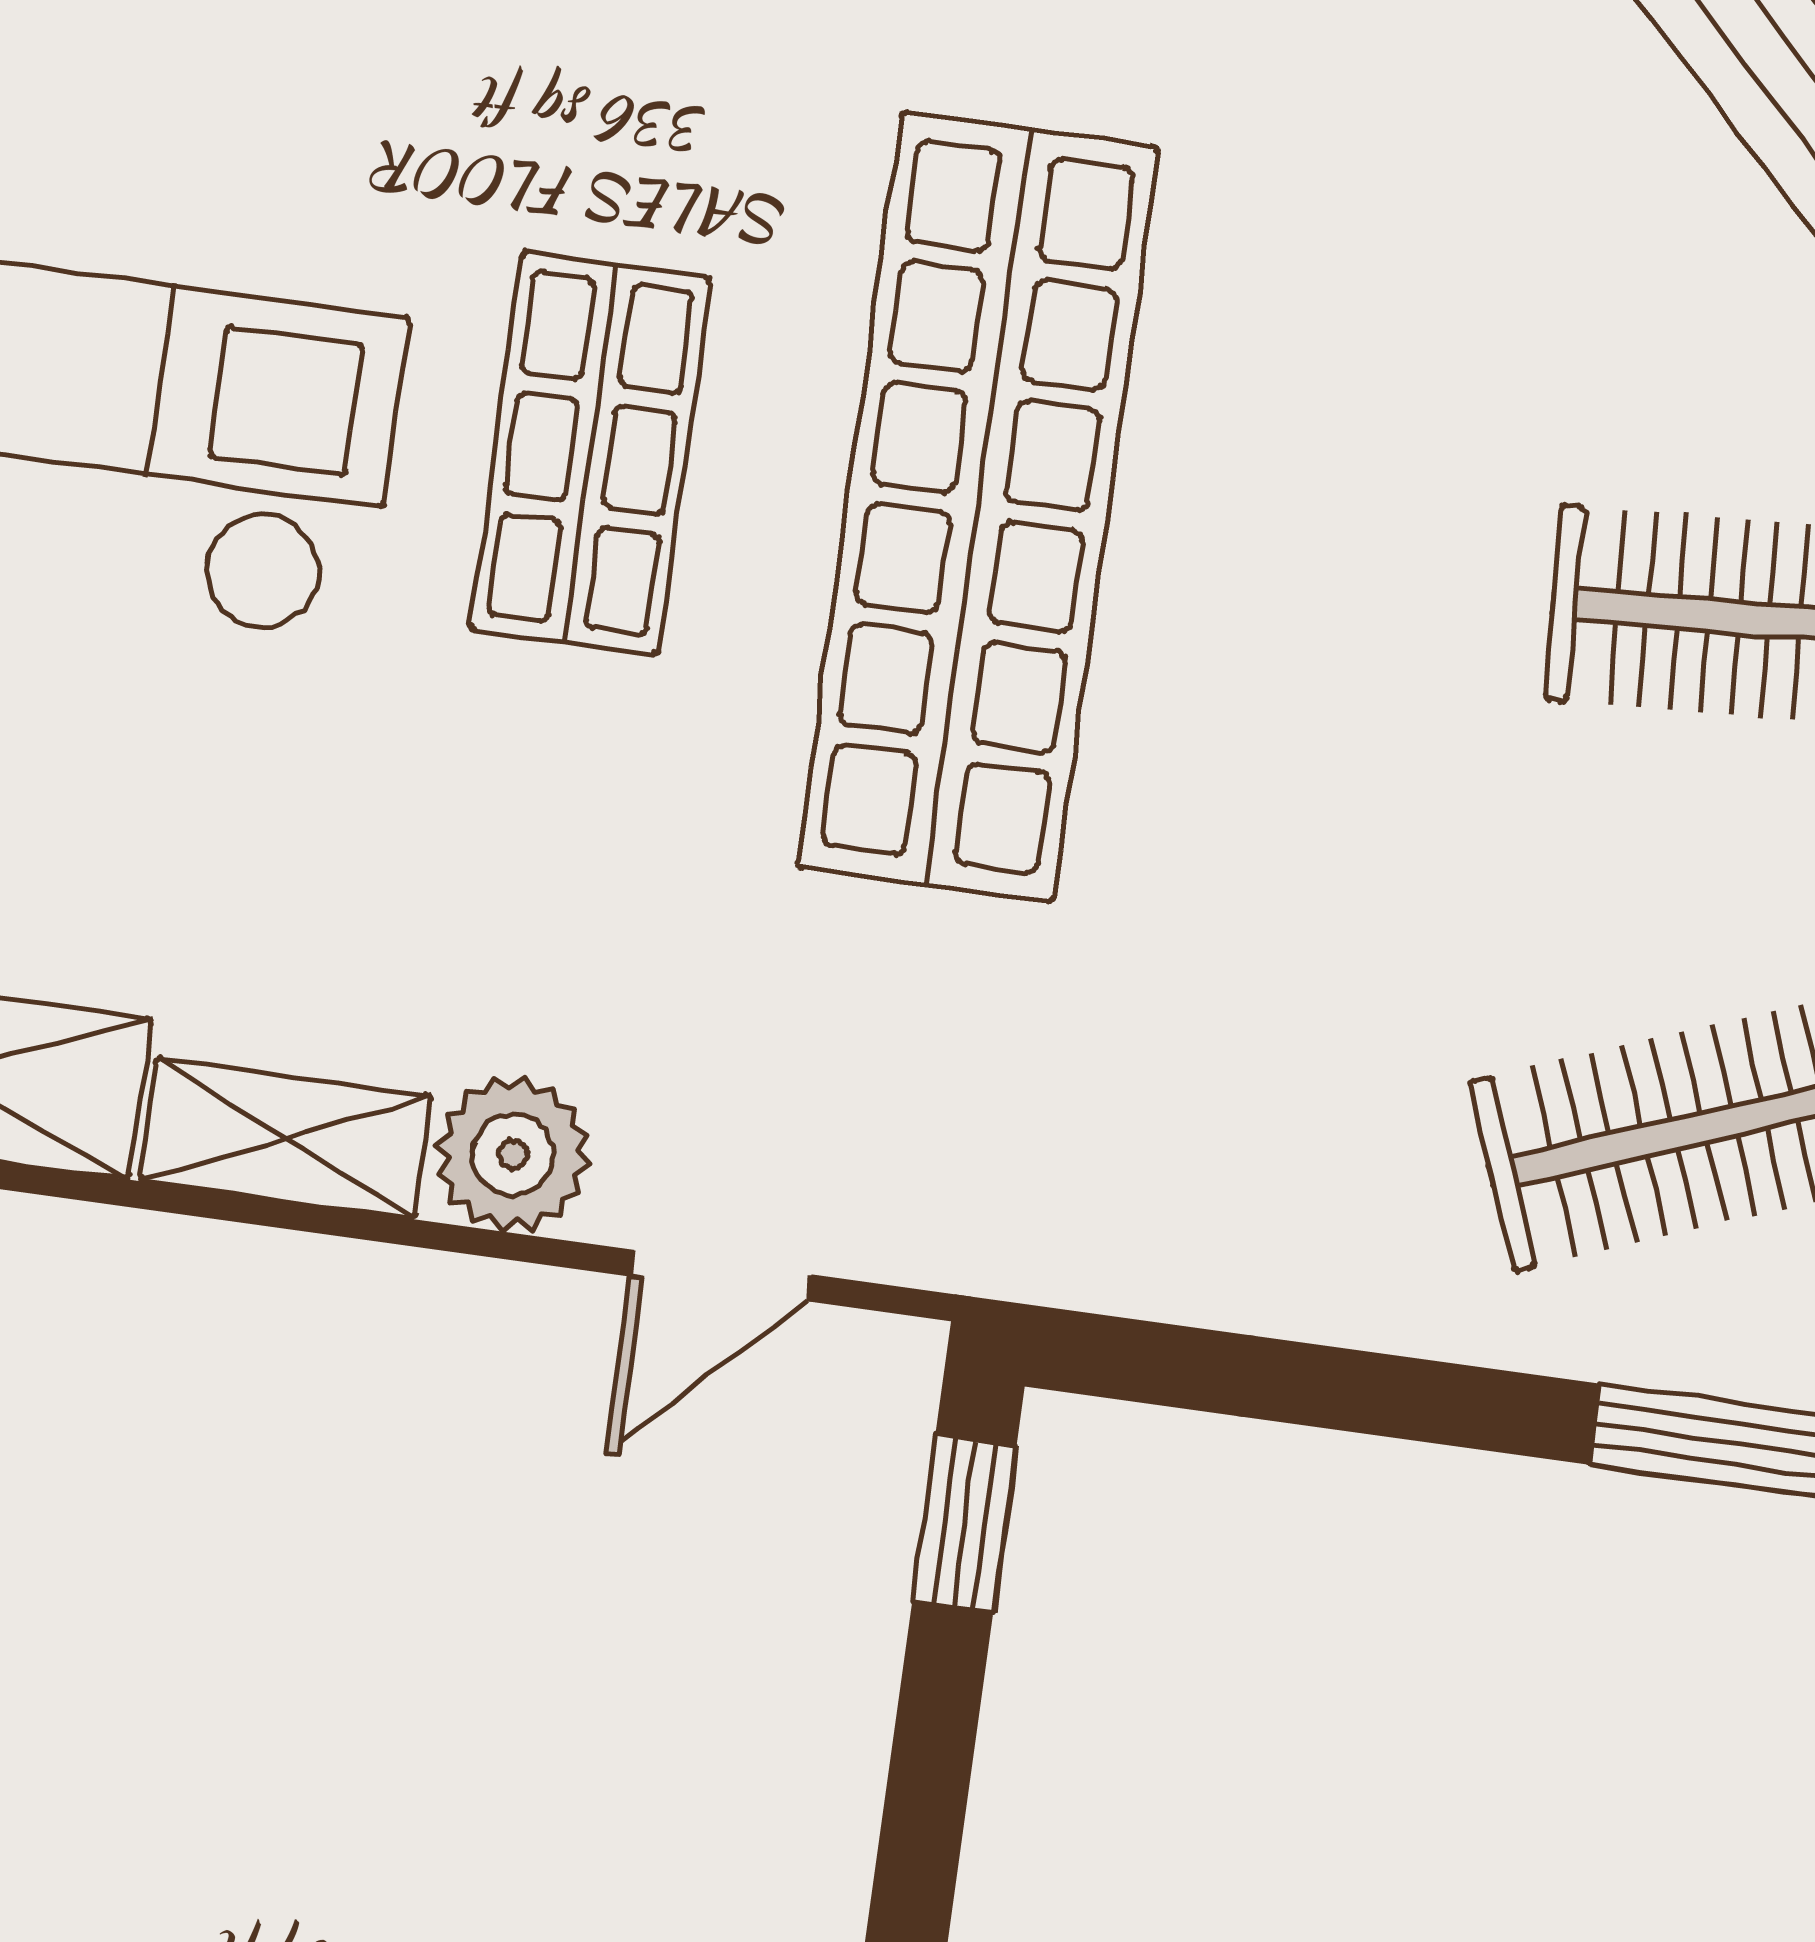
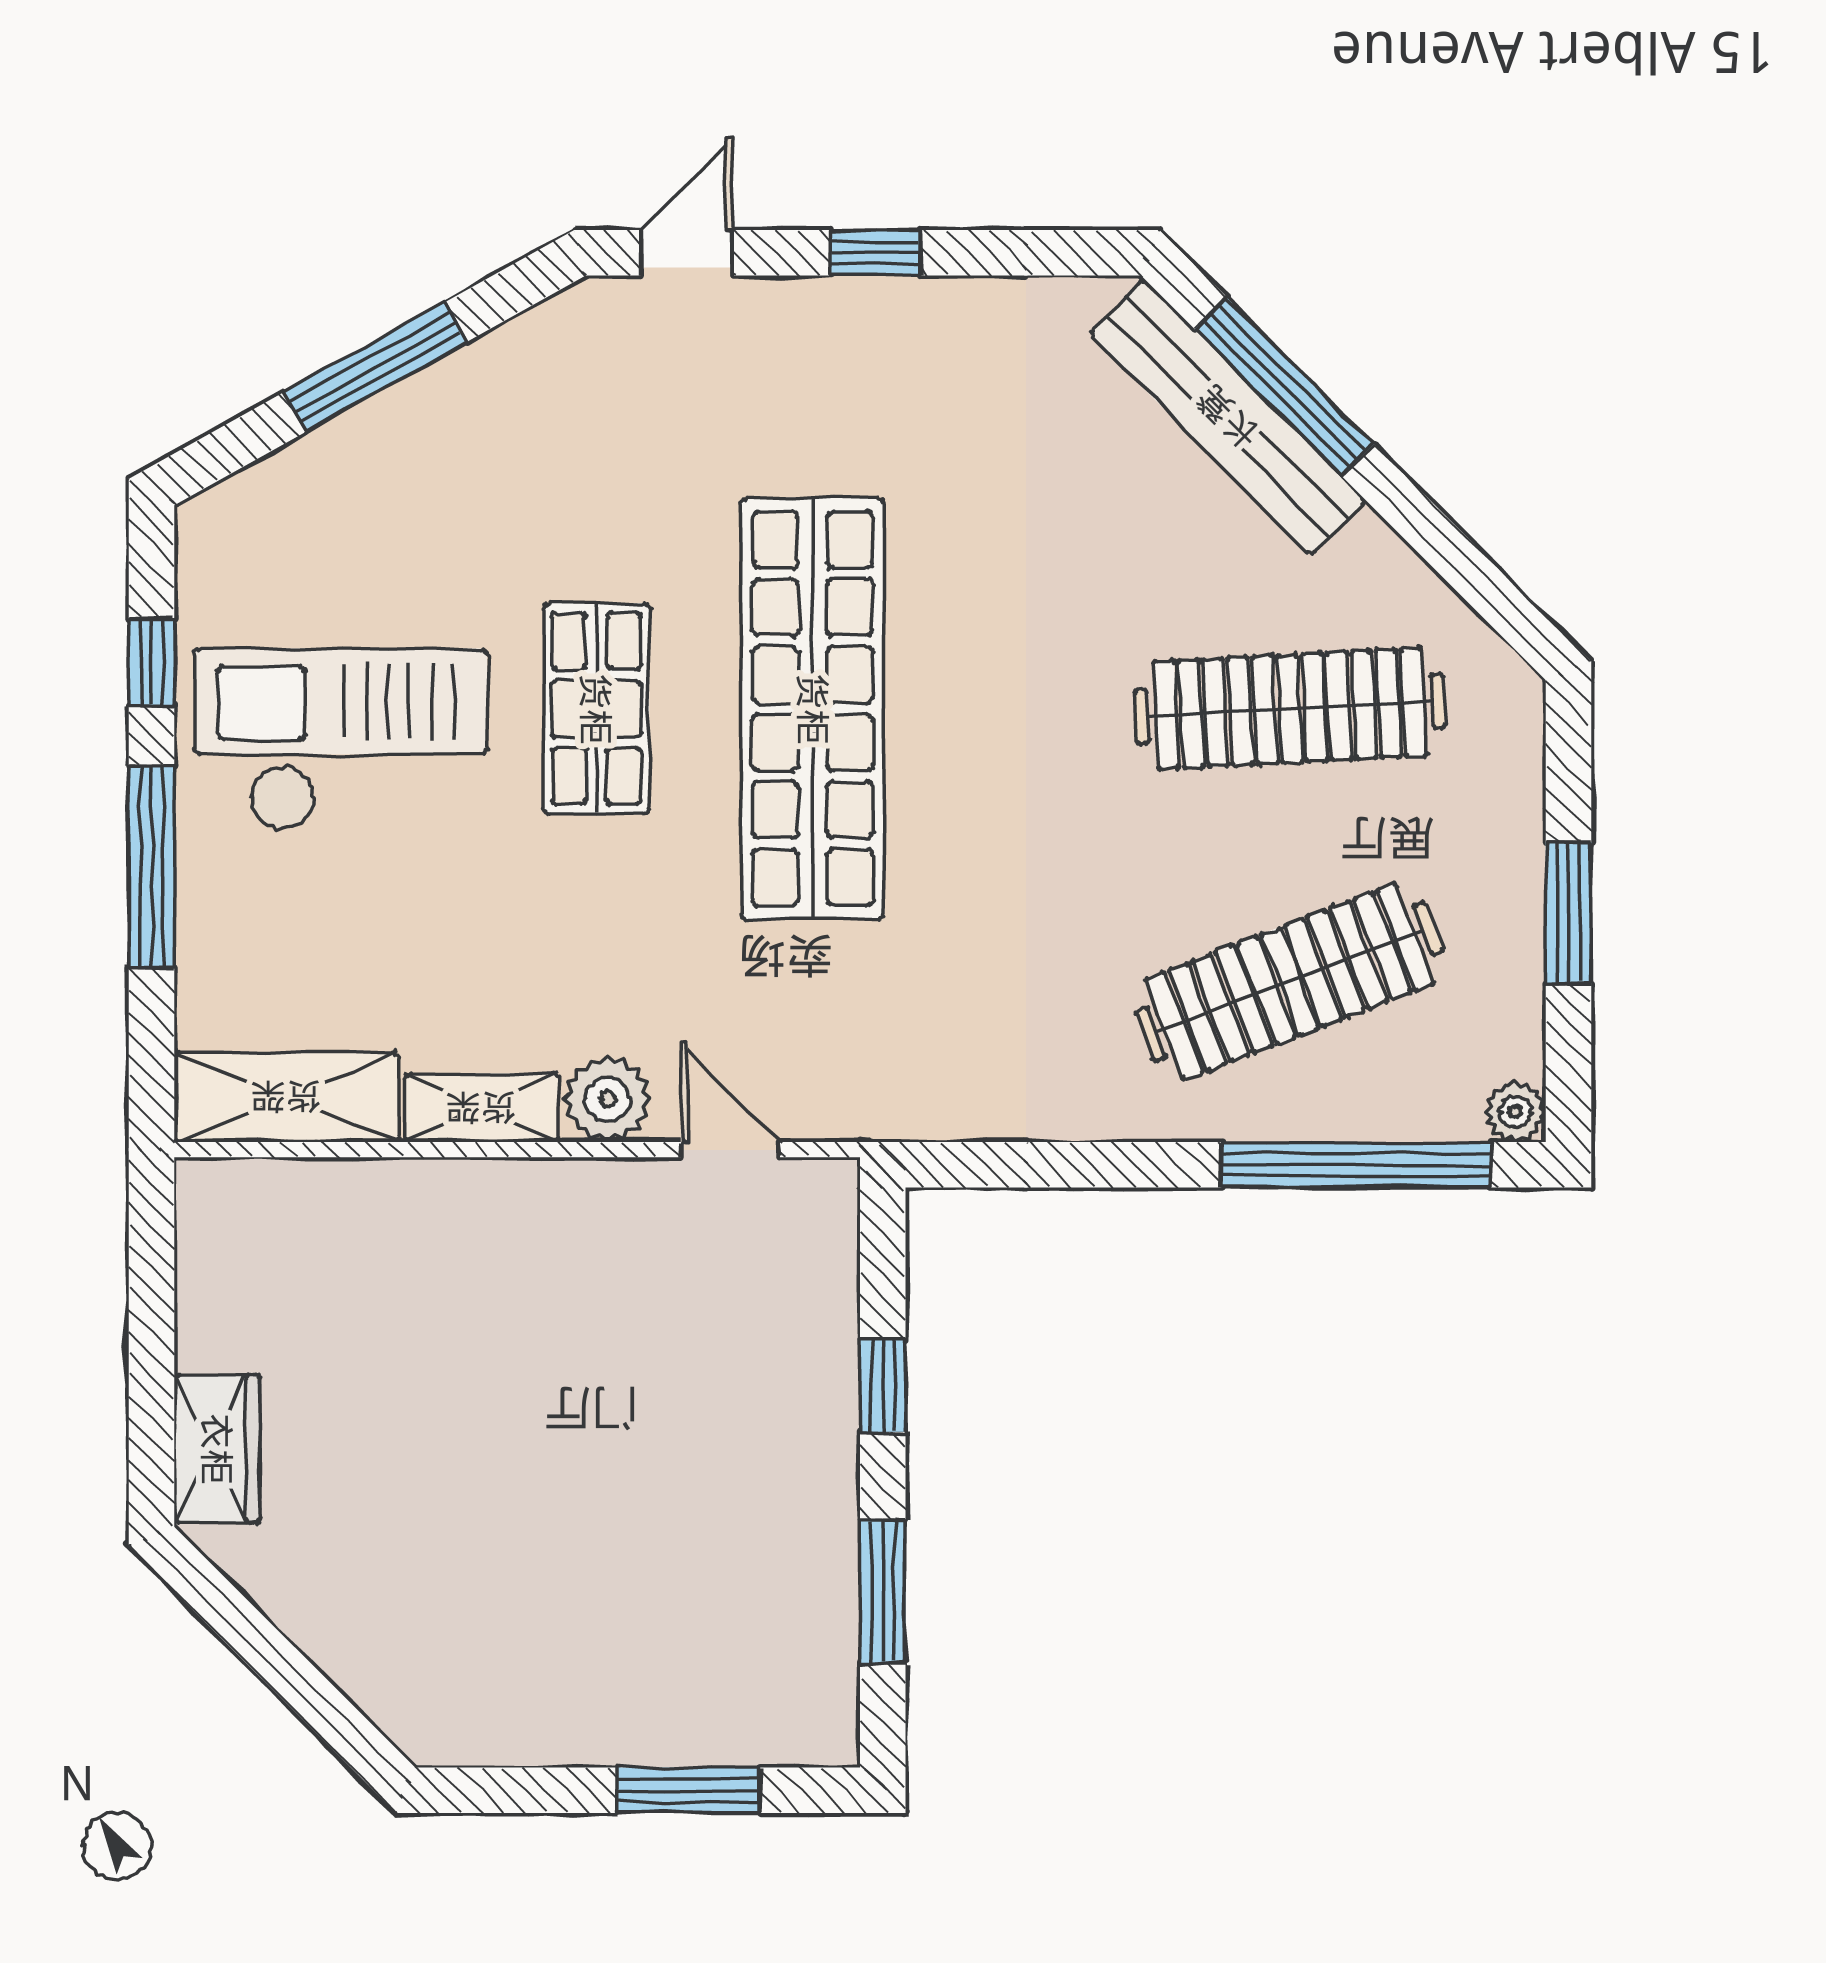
door: (721, 1276) -> (730, 1150), swing flipped
window: (964, 1524) -> (883, 1385), moved

